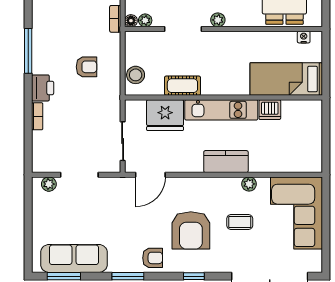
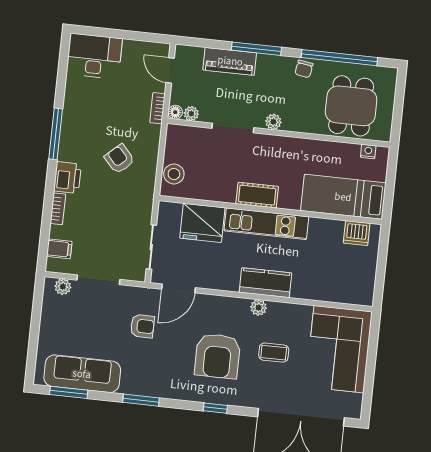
armchair: (86, 67) -> (119, 159), turned -132
cot: (182, 86) -> (257, 195), moved
dishwasher: (270, 110) -> (357, 233), moved
filing cabinet: (42, 151) -> (59, 249), added
plant: (249, 184) -> (259, 308), moved
armchair: (153, 258) -> (142, 326), moved

